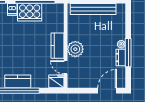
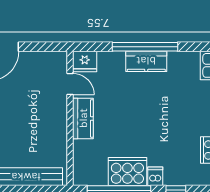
plant: (75, 49) -> (55, 113), removed

